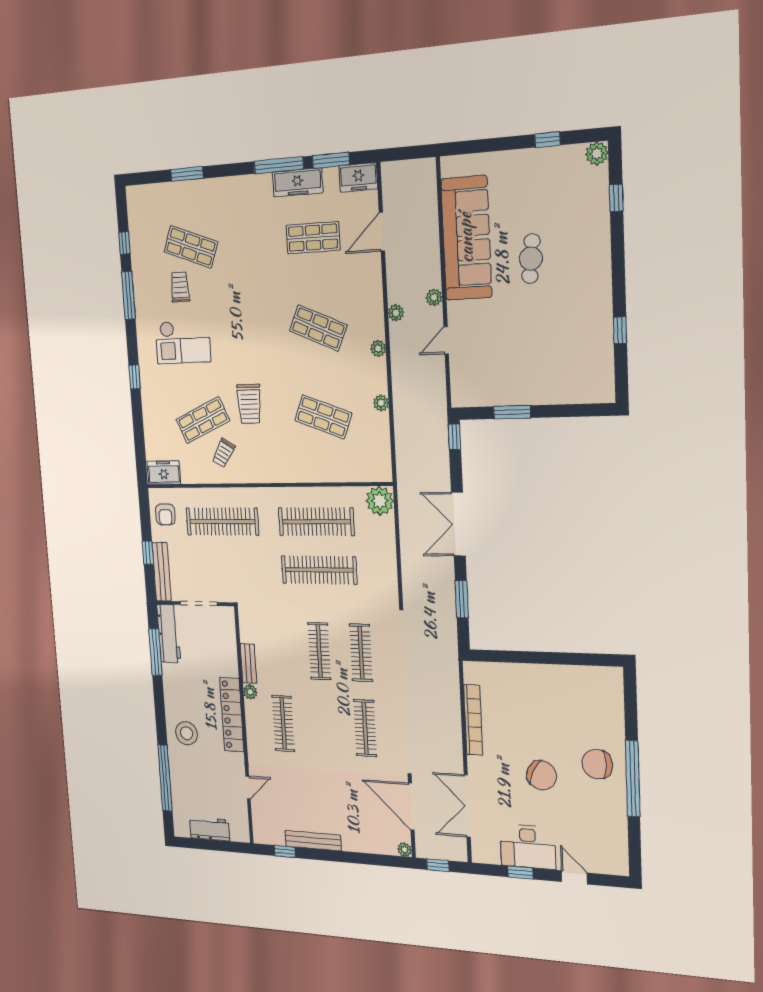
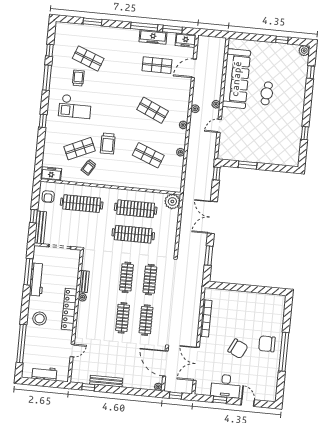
workbench: (169, 634) -> (37, 280), moved
clothes rail: (283, 724) -> (123, 318), moved

